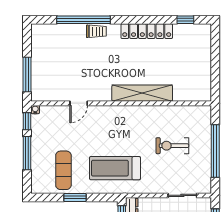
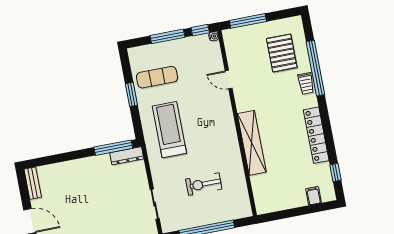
filing cabinet: (203, 45) -> (313, 196), added
pallet: (63, 49) -> (282, 53), added
exercise bike: (172, 146) -> (204, 184), turned -90

